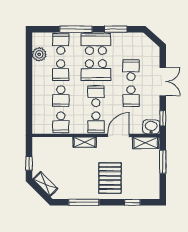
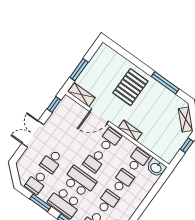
school desk: (131, 96) -> (37, 182), moved, turned 180
washbasin: (151, 127) -> (156, 168), moved
window: (132, 202) -> (127, 55), removed

